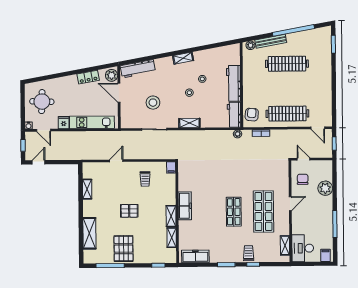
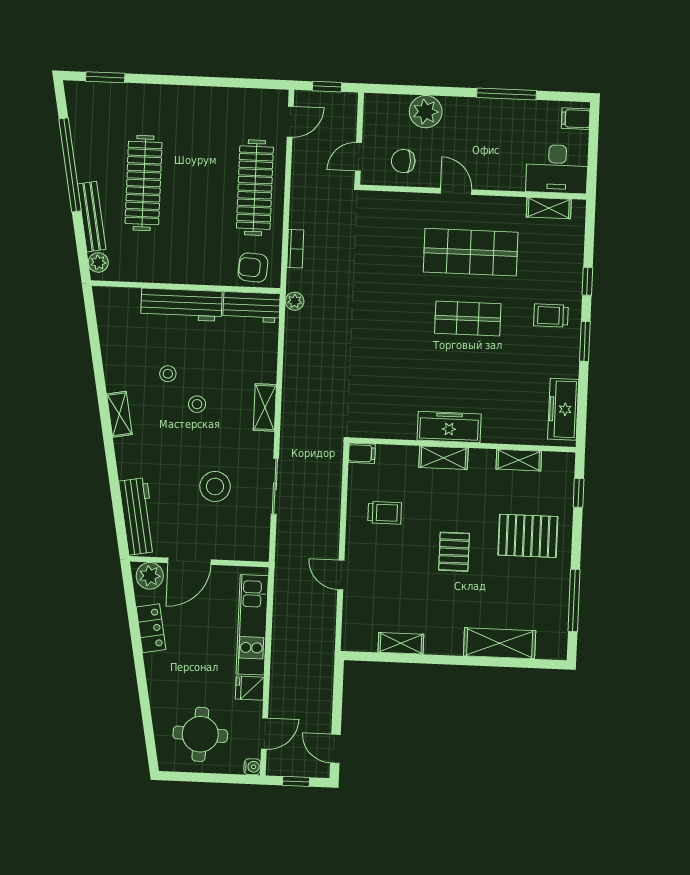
shelving: (171, 216) -> (443, 458), moved
pallet: (124, 249) -> (528, 536), moved
trolley: (249, 253) -> (551, 315), moved

